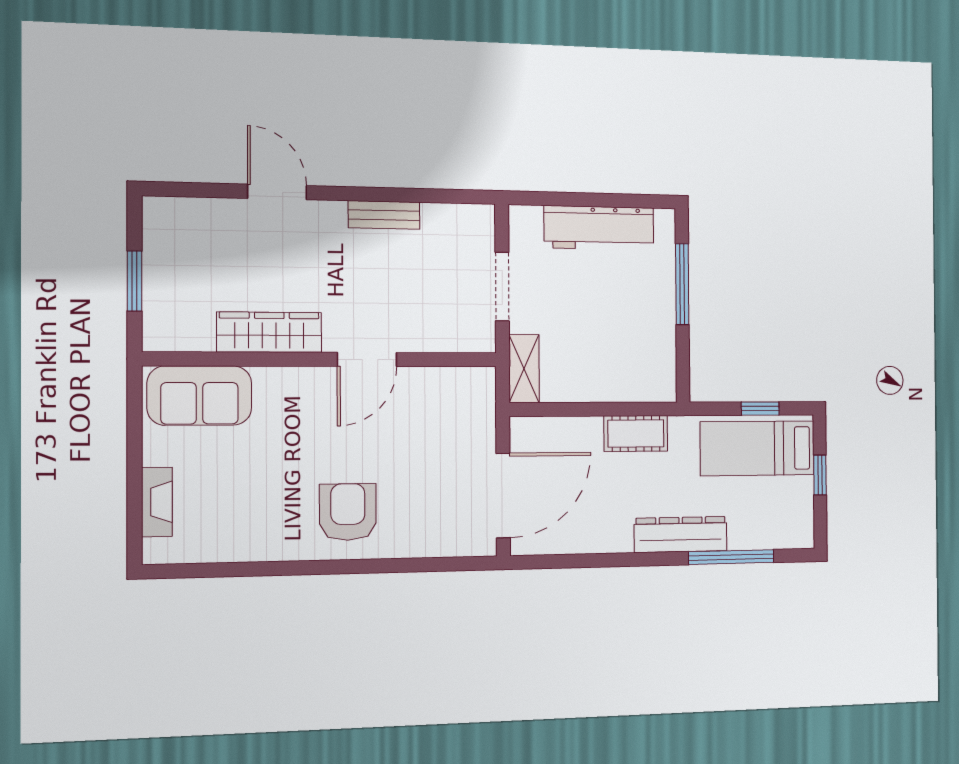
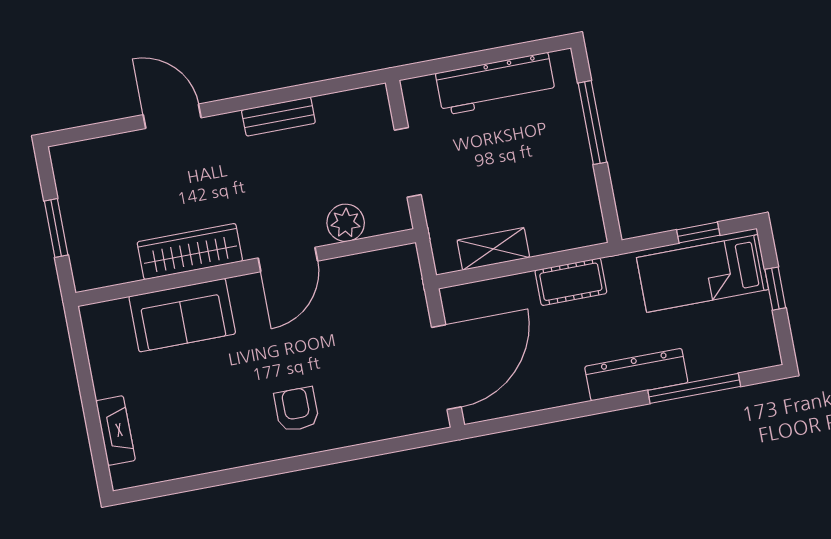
plant: (431, 334) -> (346, 223), added
shelving: (524, 369) -> (493, 249), moved, turned 90
sofa: (200, 396) -> (182, 315), moved
armchair: (348, 512) -> (297, 409), width x0.72, depth x0.72

